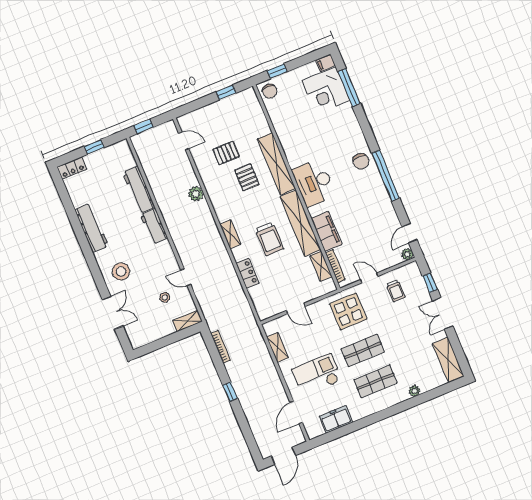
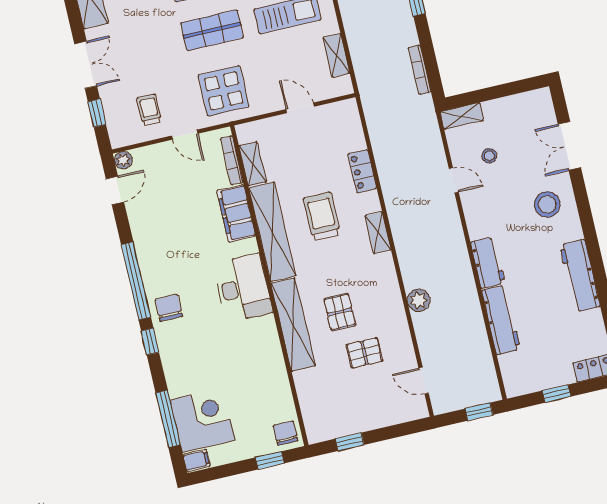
window: (370, 137) -> (150, 342), added

